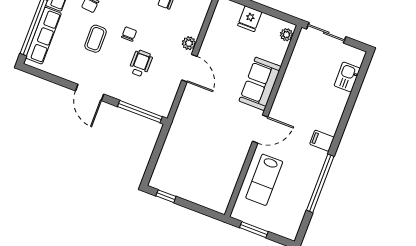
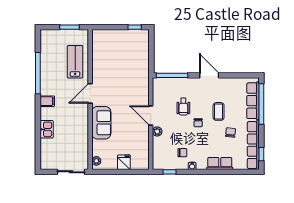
kitchen sink: (347, 77) -> (47, 129), moved

